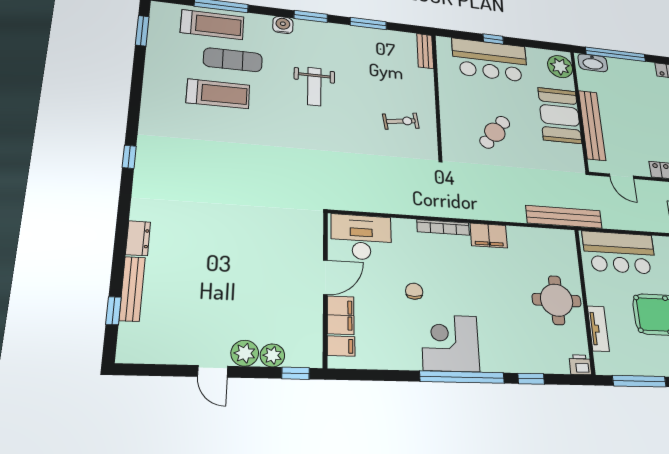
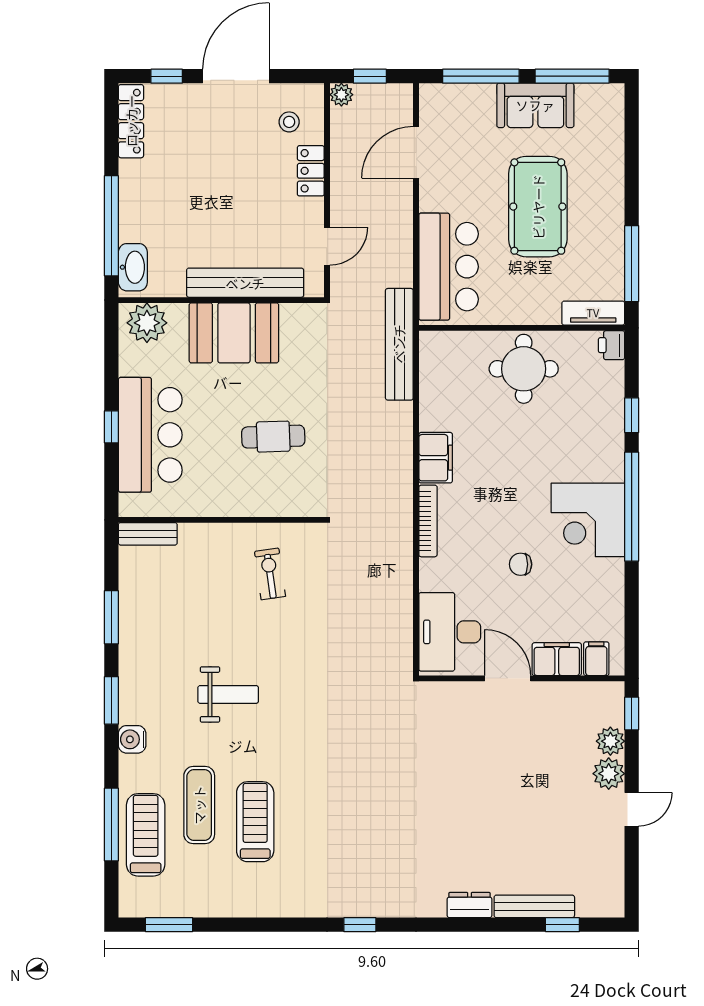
cafe table: (495, 132) -> (273, 437), turned -39
tv unit: (598, 329) -> (593, 313), moved

